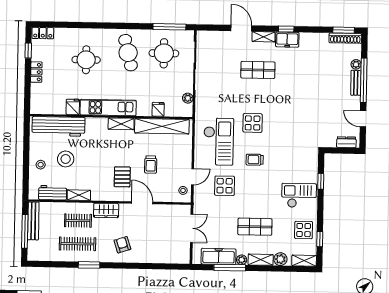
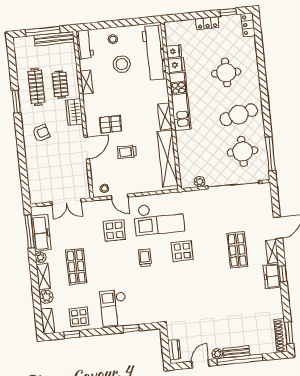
plant: (356, 64) -> (217, 354), moved
fridge: (158, 109) -> (174, 51), moved
workbench: (53, 193) -> (85, 44), moved
checkout: (299, 195) -> (114, 308), turned 180
window: (230, 268) -> (30, 231), moved

